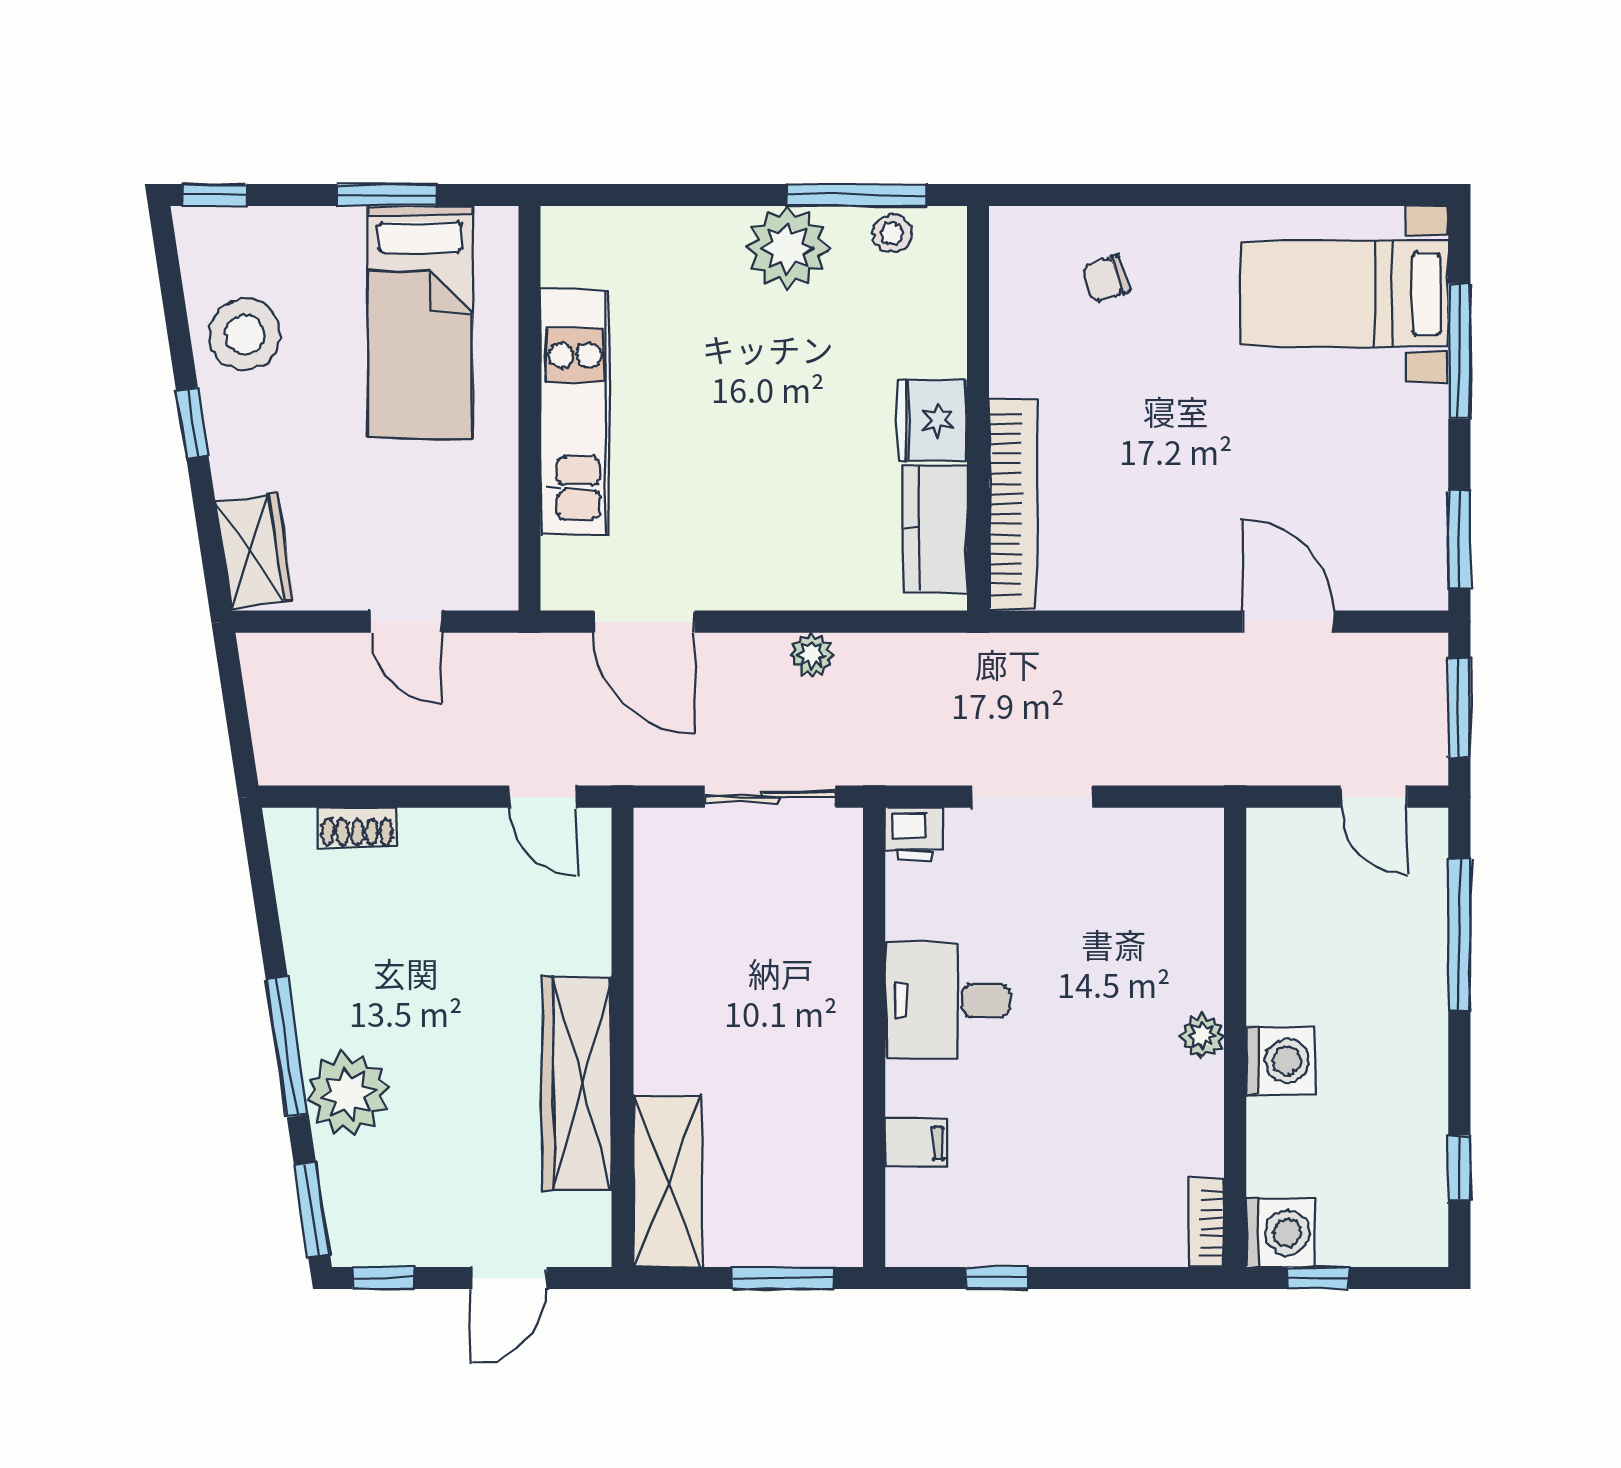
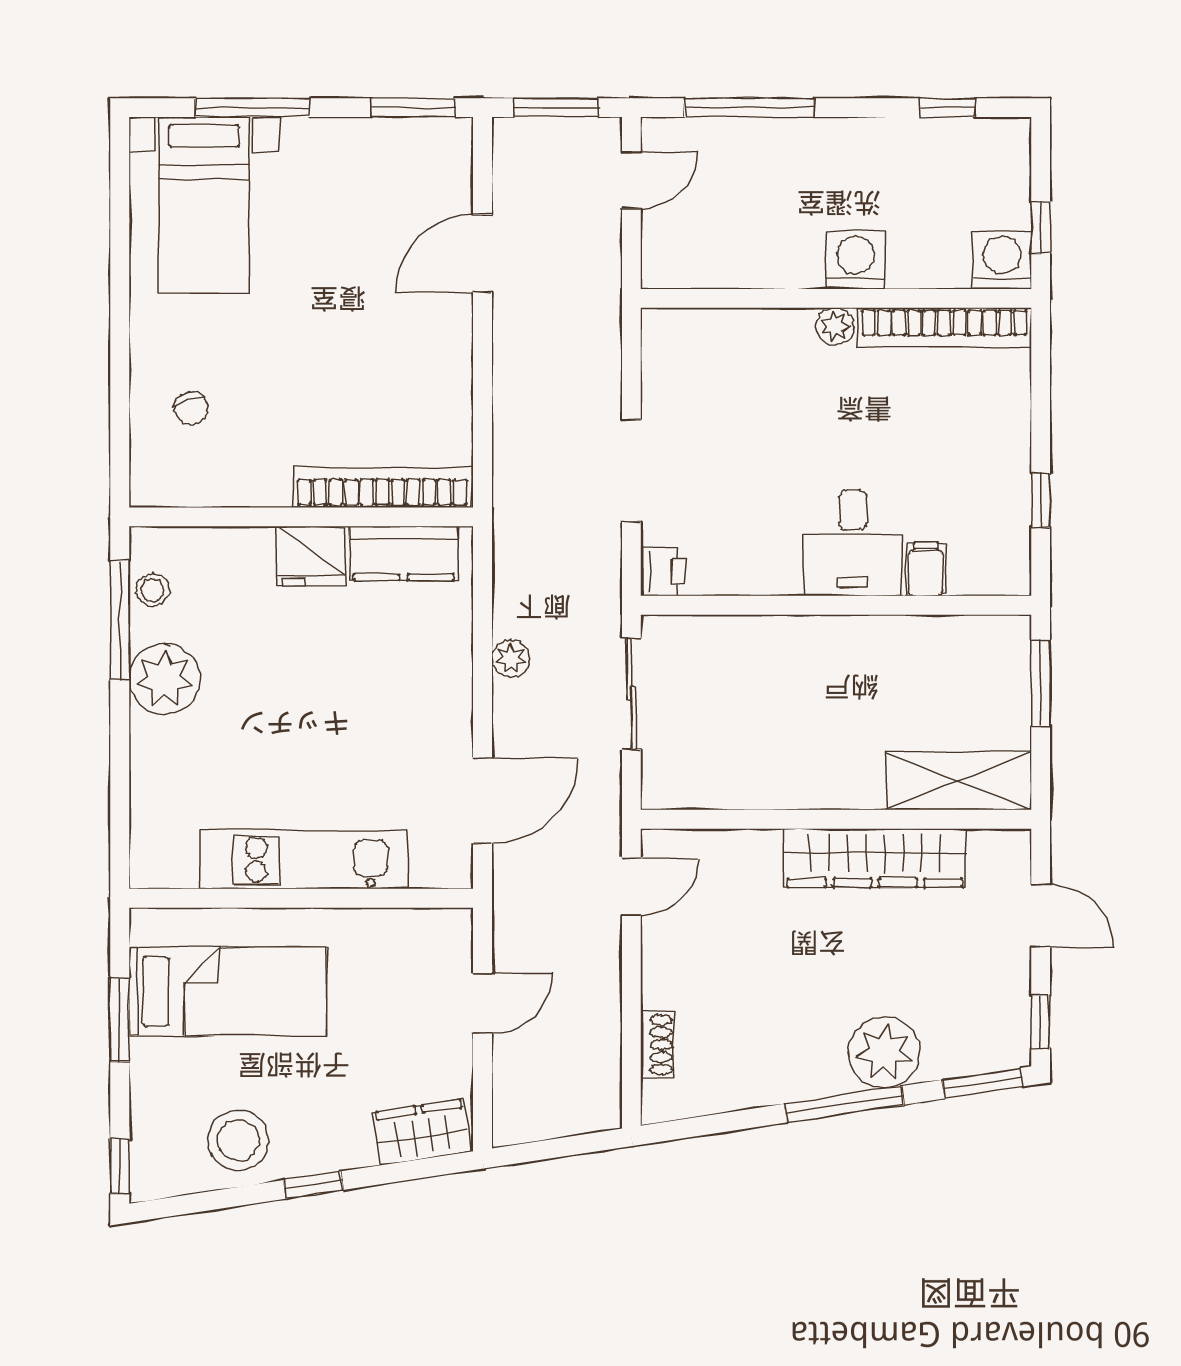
desk: (947, 1000) -> (853, 543), moved
bookcase: (1206, 1223) -> (944, 327), width x2.31, depth x1.31

